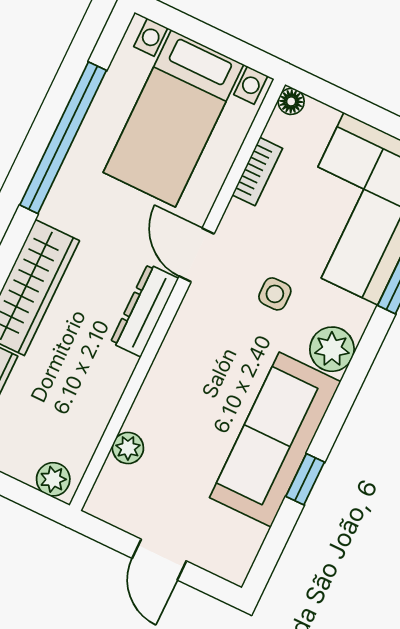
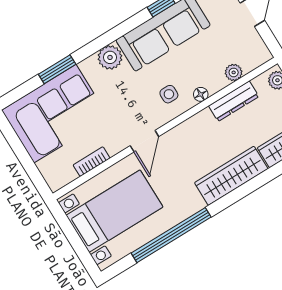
floor lamp: (291, 101) -> (201, 94), moved
side table: (275, 294) -> (169, 94), moved
dresser: (144, 310) -> (234, 101), moved

